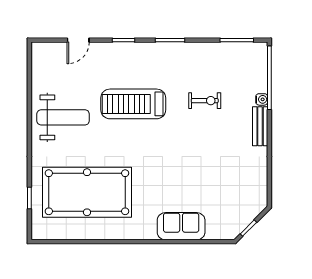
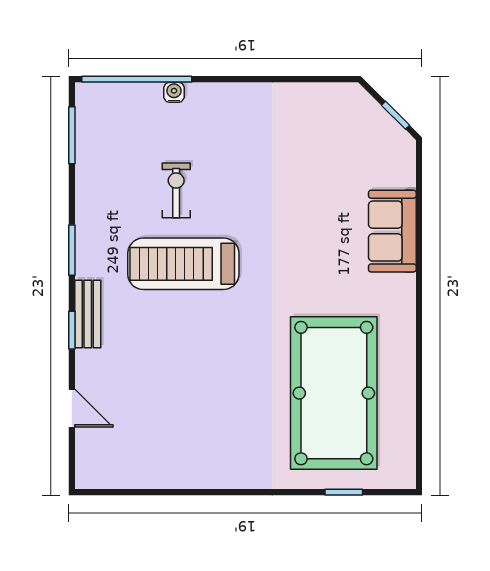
treadmill: (133, 104) -> (183, 264), moved, turned 90
weight bench: (63, 117) -> (205, 434), removed
bench: (260, 126) -> (88, 314), moved, turned 90

